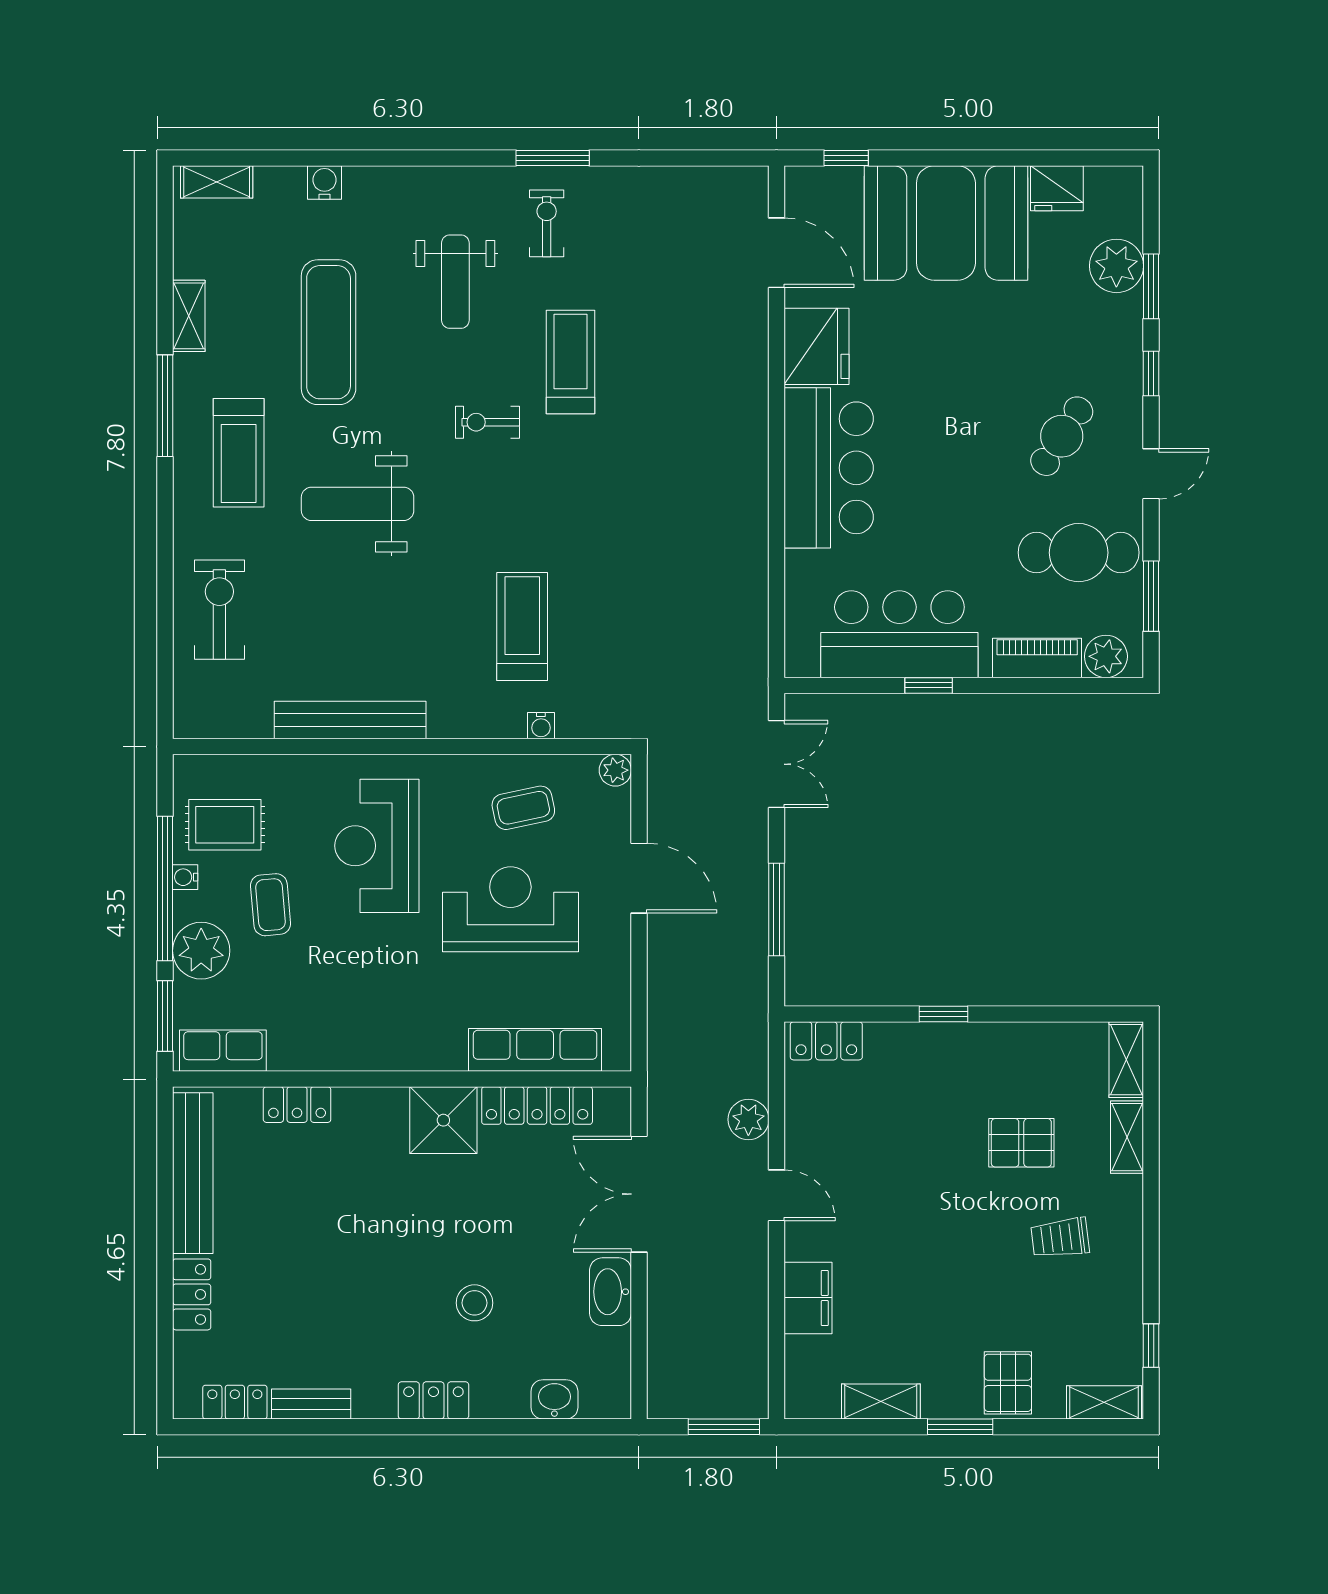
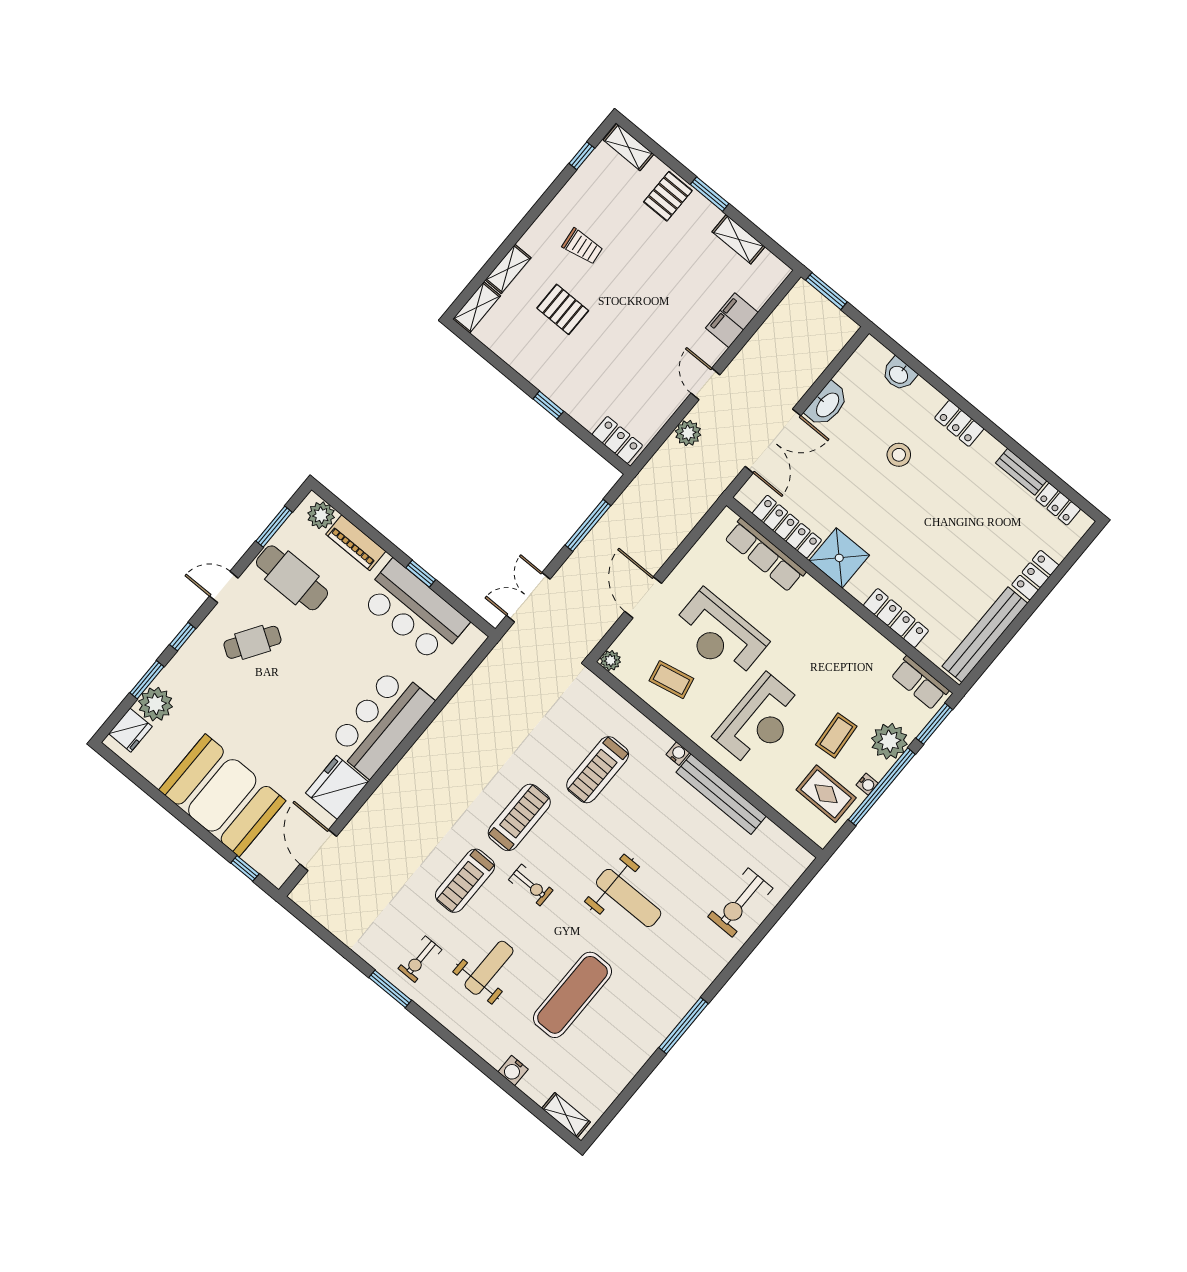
fridge: (1057, 188) -> (130, 730), moved, turned 90
shelving: (189, 316) -> (635, 1060), removed
treadmill: (239, 453) -> (519, 817), moved
water cooler: (541, 726) -> (678, 754), moved
locker: (297, 1105) -> (896, 618), width x1.53

